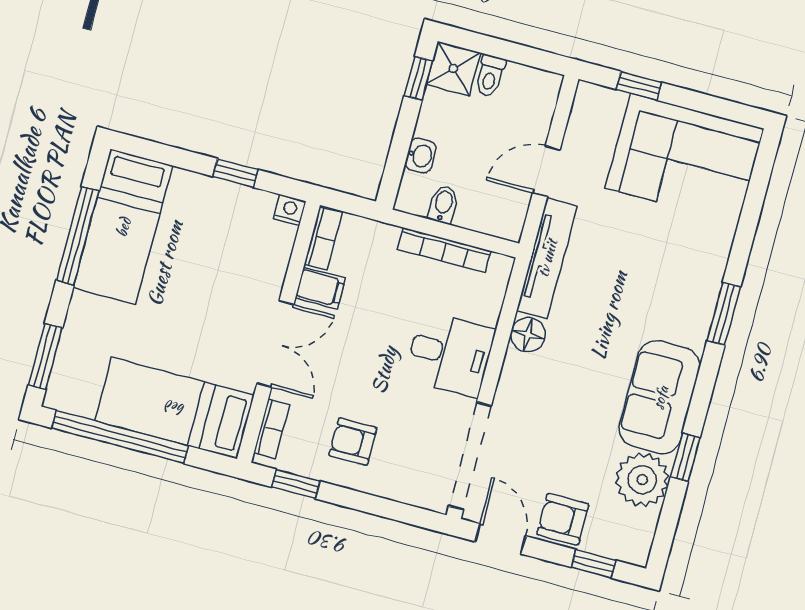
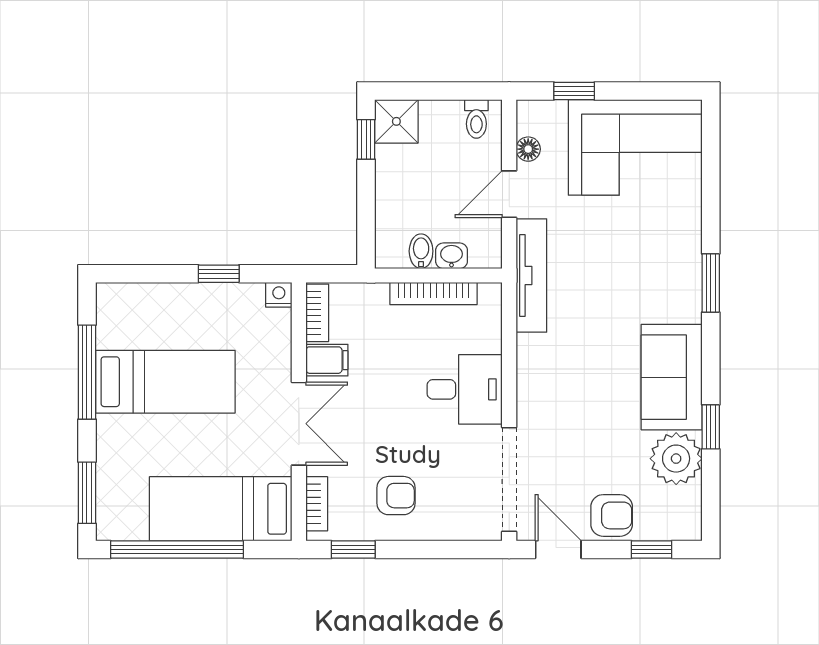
toilet: (490, 76) -> (476, 119), moved
washbasin: (421, 156) -> (452, 256), moved, turned -90
bed: (123, 227) -> (165, 382), moved, turned -90
floor lamp: (528, 335) -> (528, 149), moved, width x0.73, depth x0.73
armchair: (353, 442) -> (396, 496), turned 180
armchair: (563, 519) -> (612, 515), turned 180

